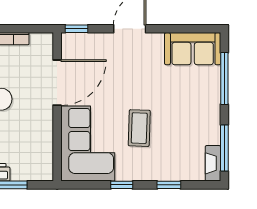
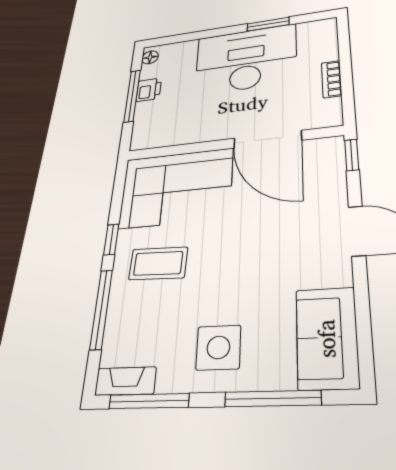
side table: (196, 109) -> (218, 347), added
coffee table: (139, 128) -> (158, 263), moved
window: (169, 185) -> (101, 309), width x2.17

